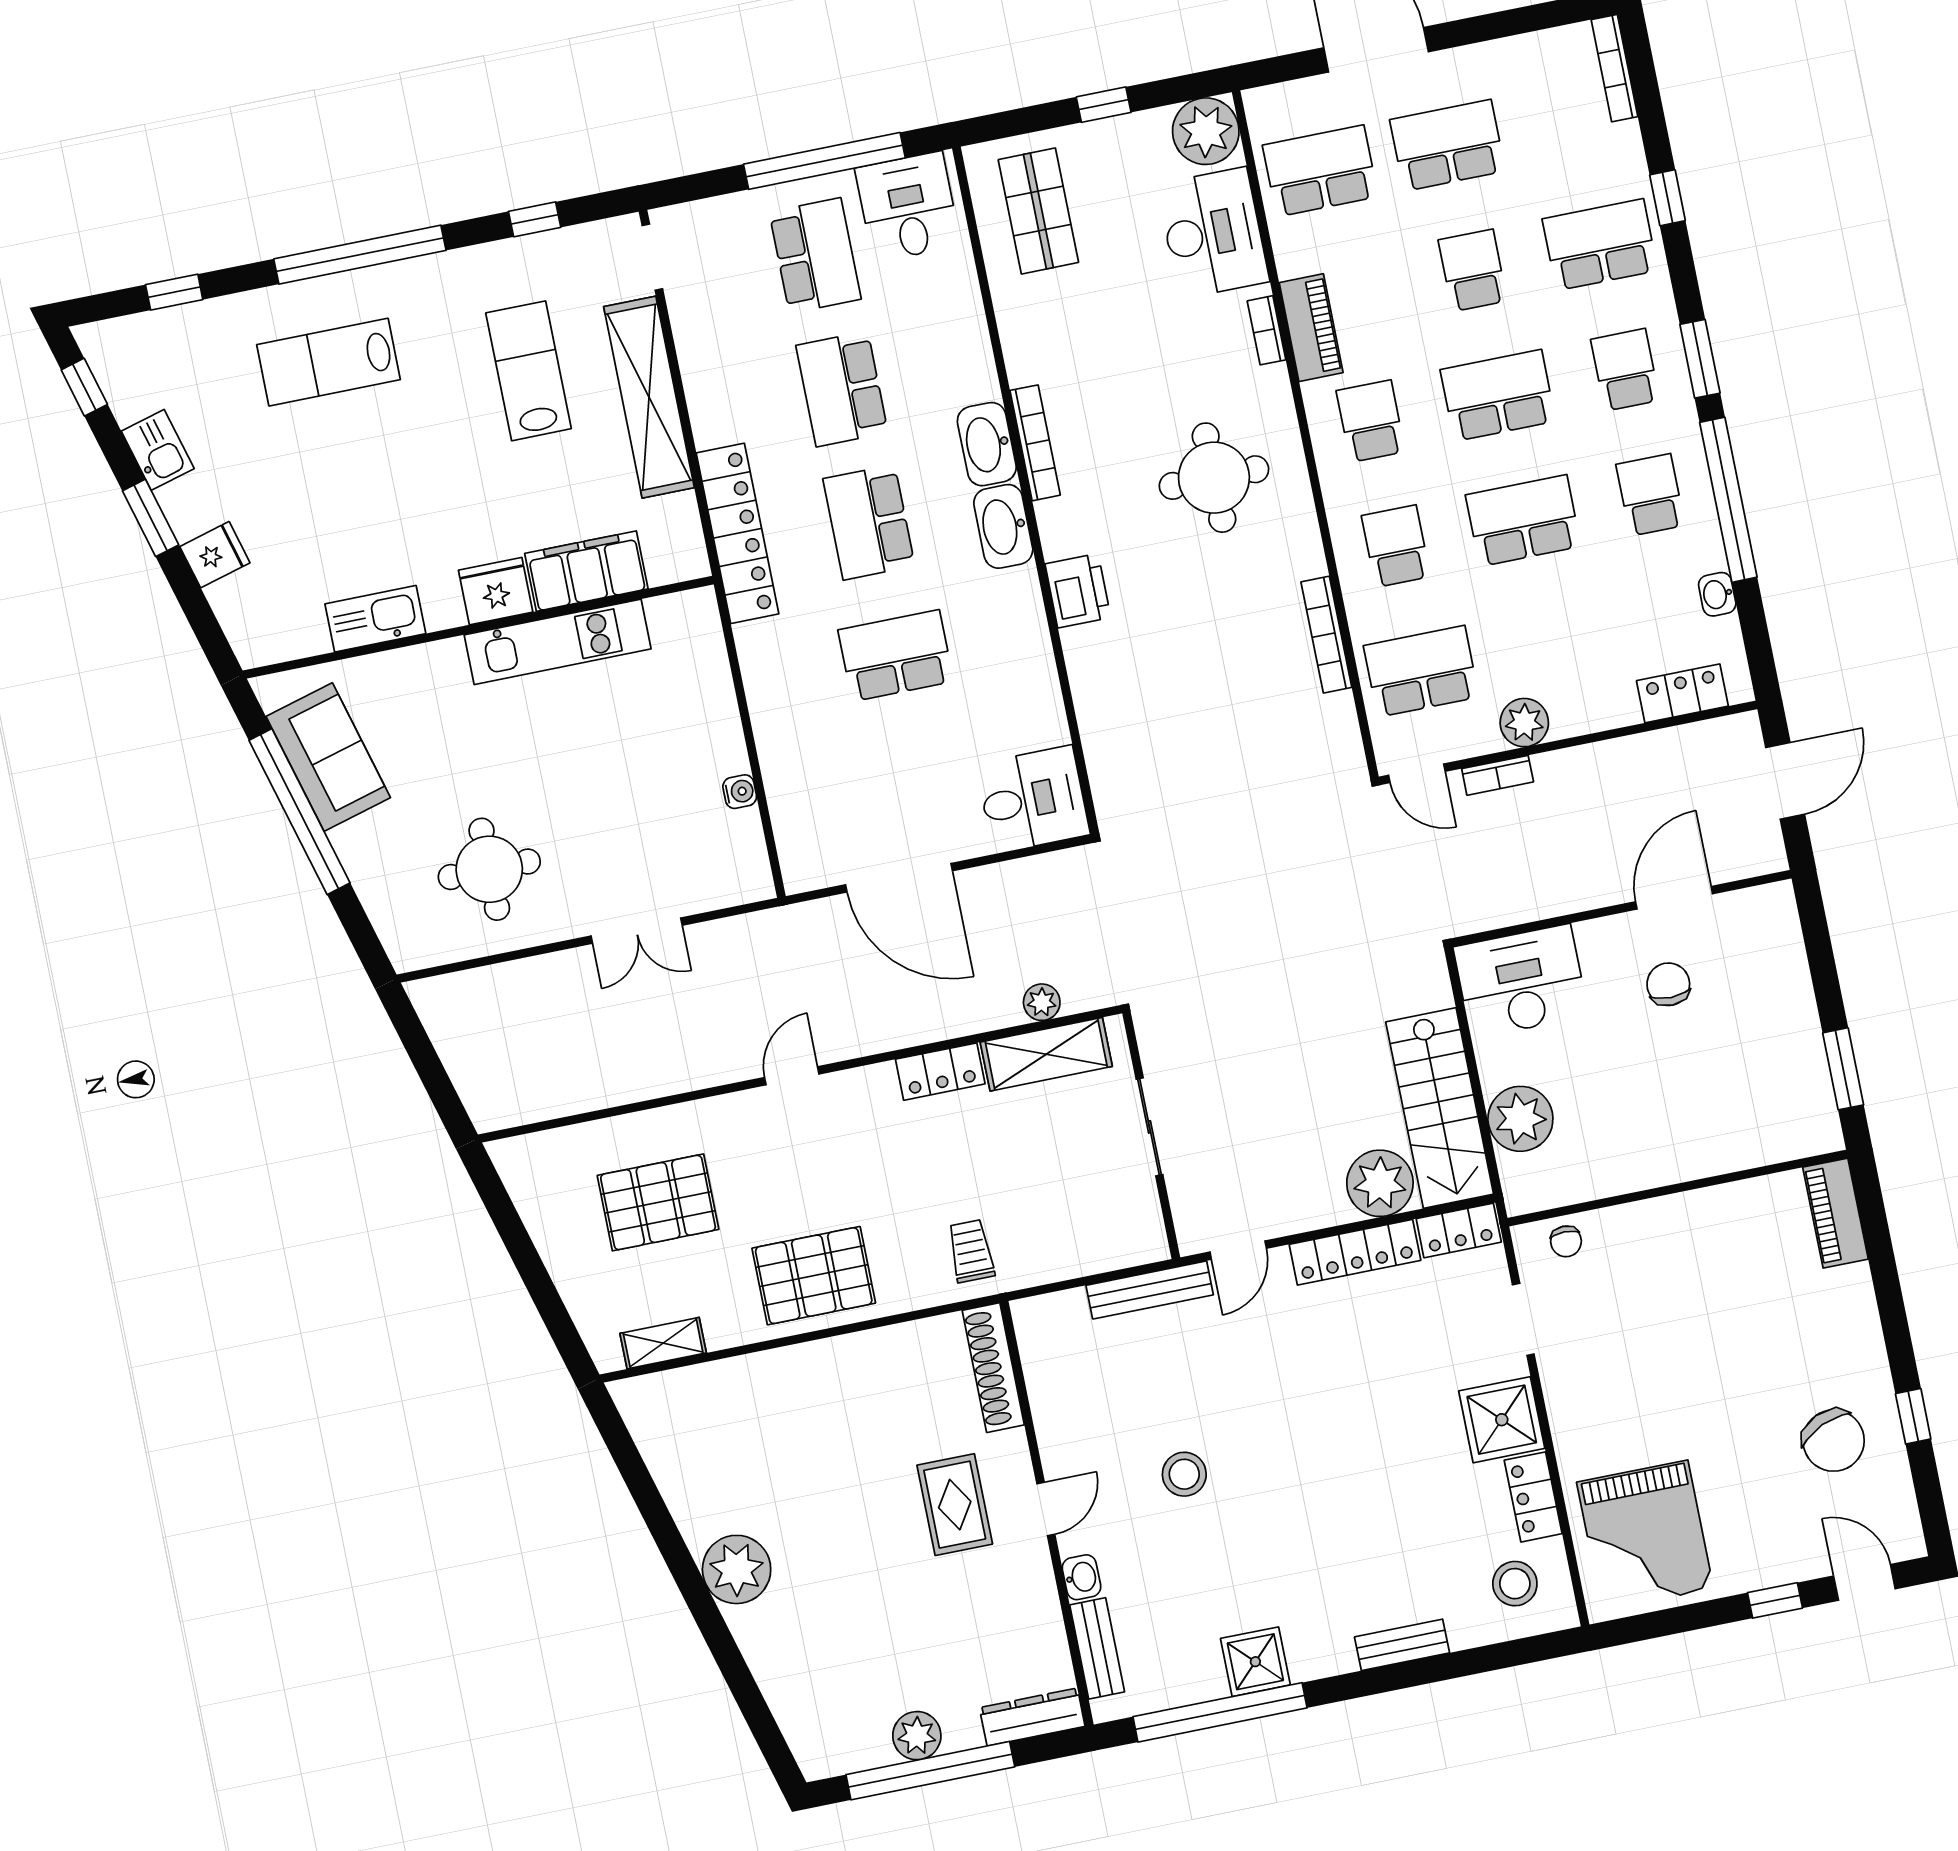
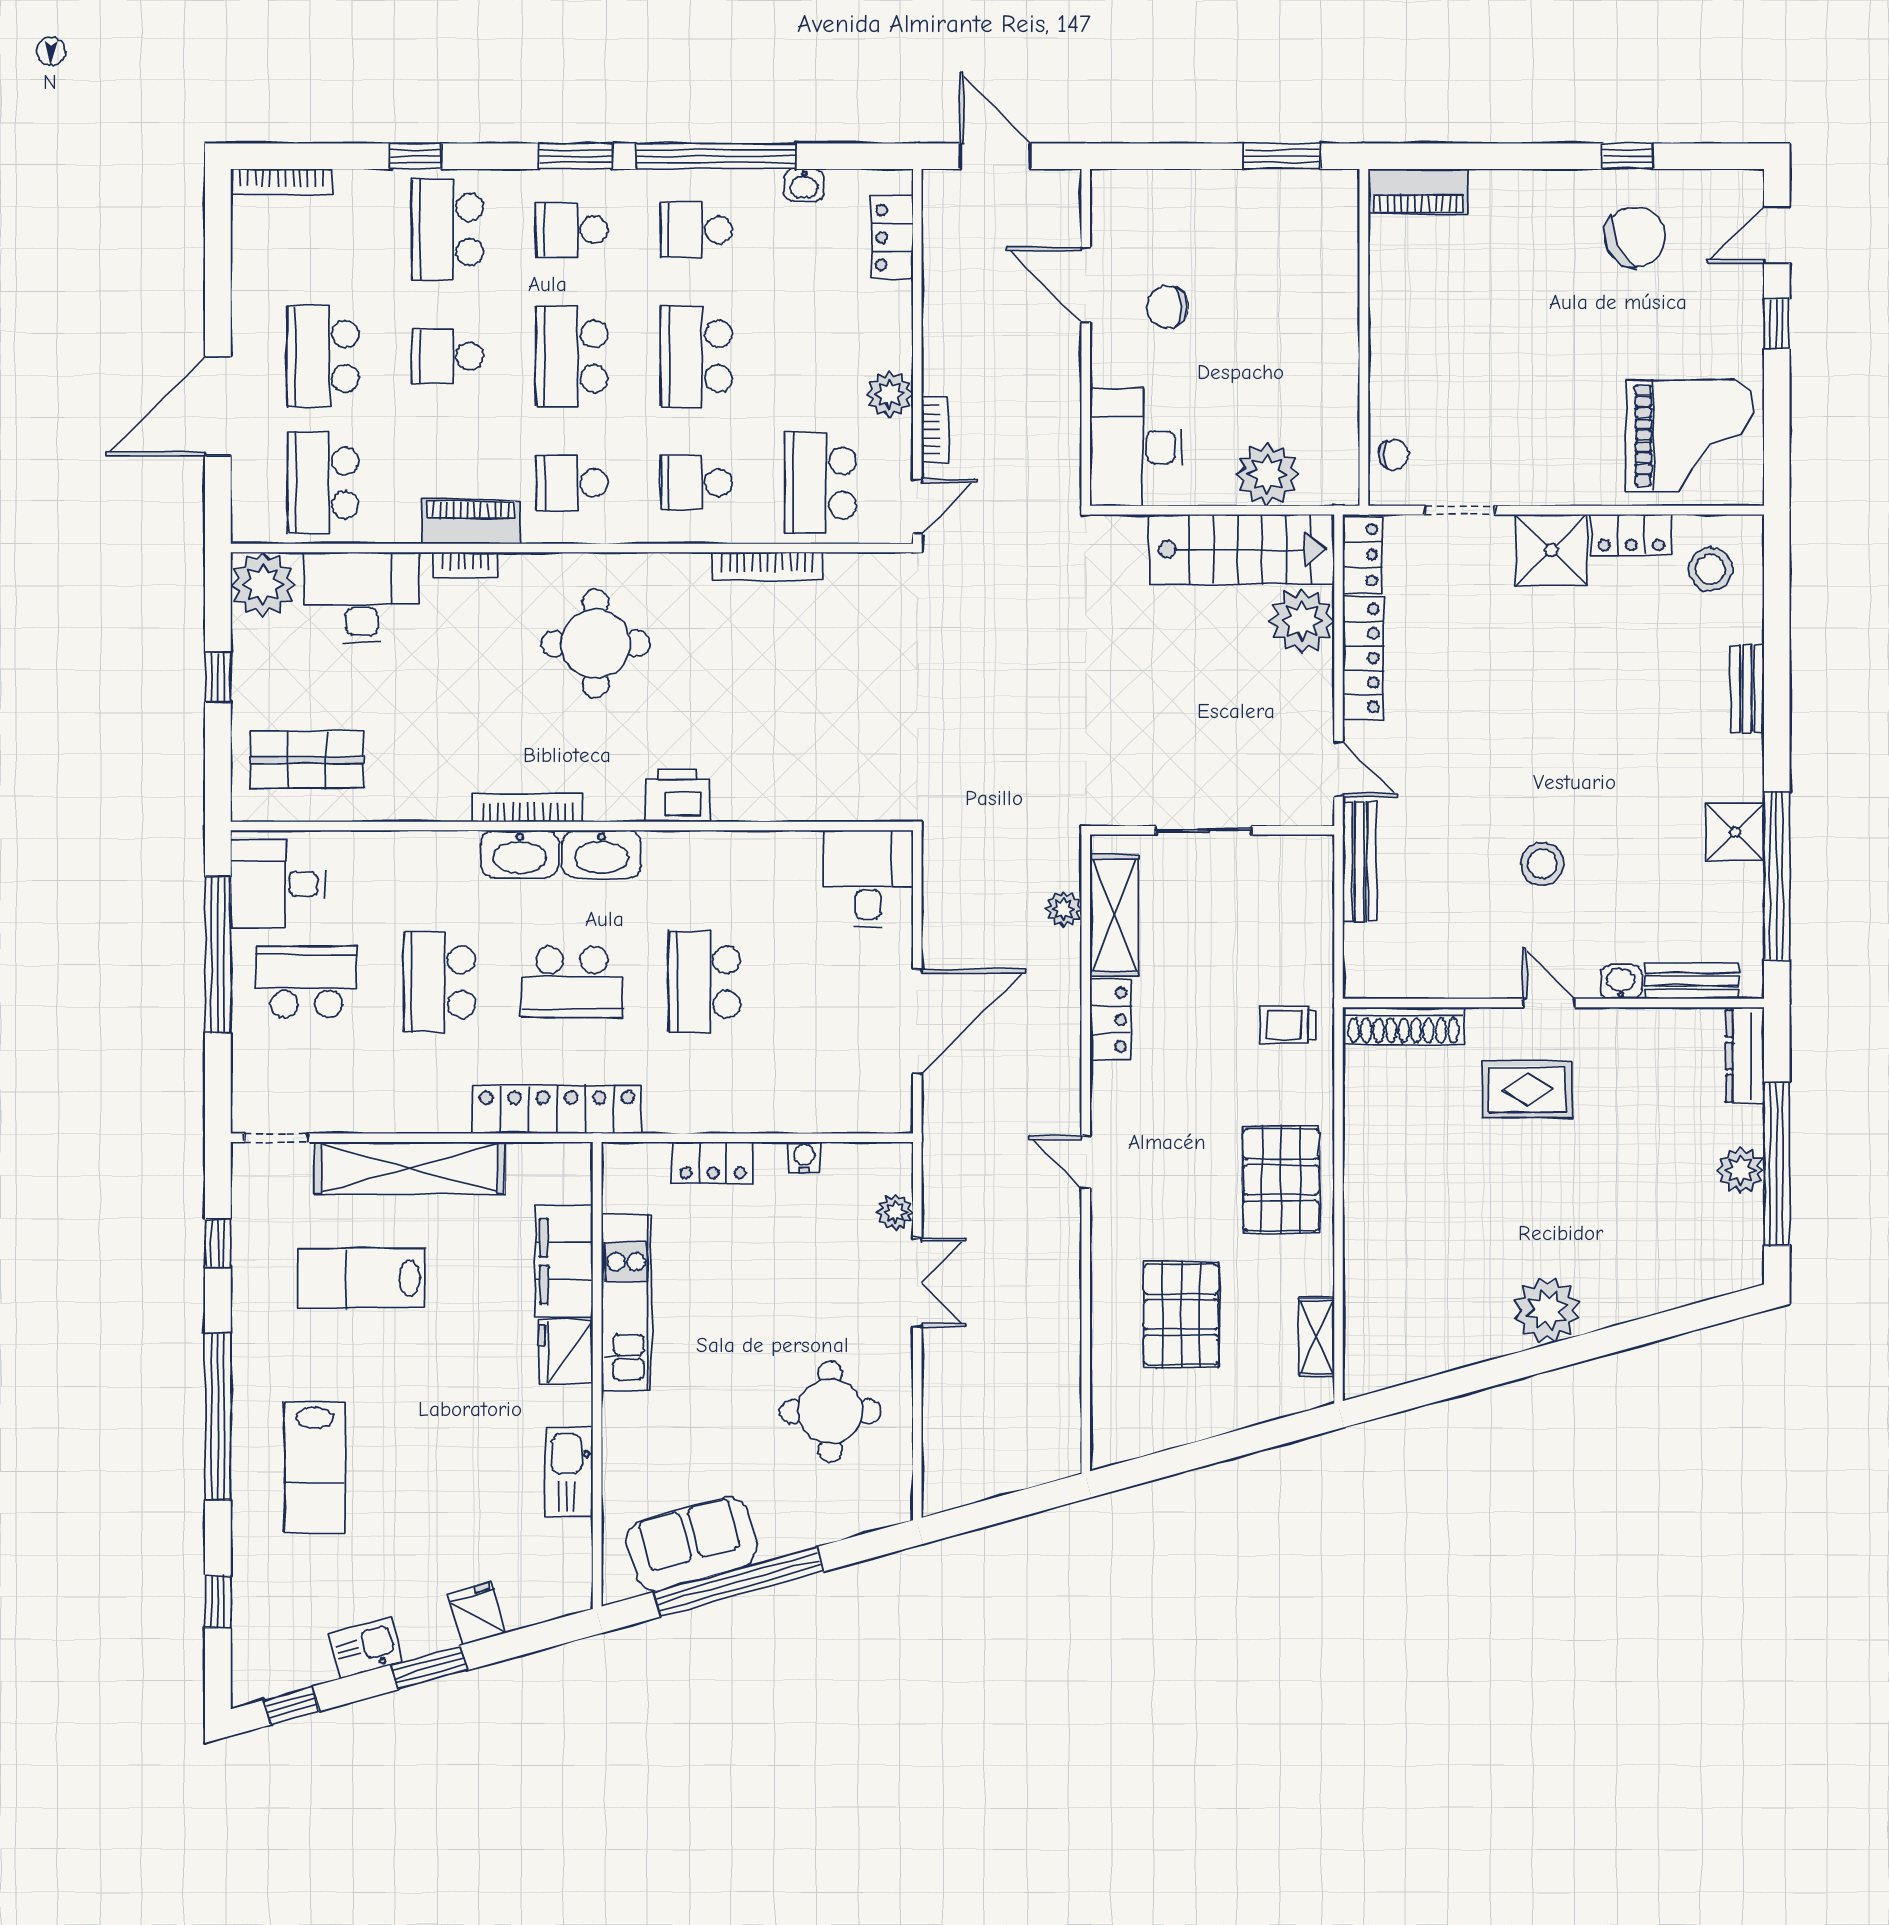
school desk: (842, 389) -> (439, 982), turned 90
locker: (716, 701) -> (713, 1163), added
plant: (703, 894) -> (895, 1212), added

